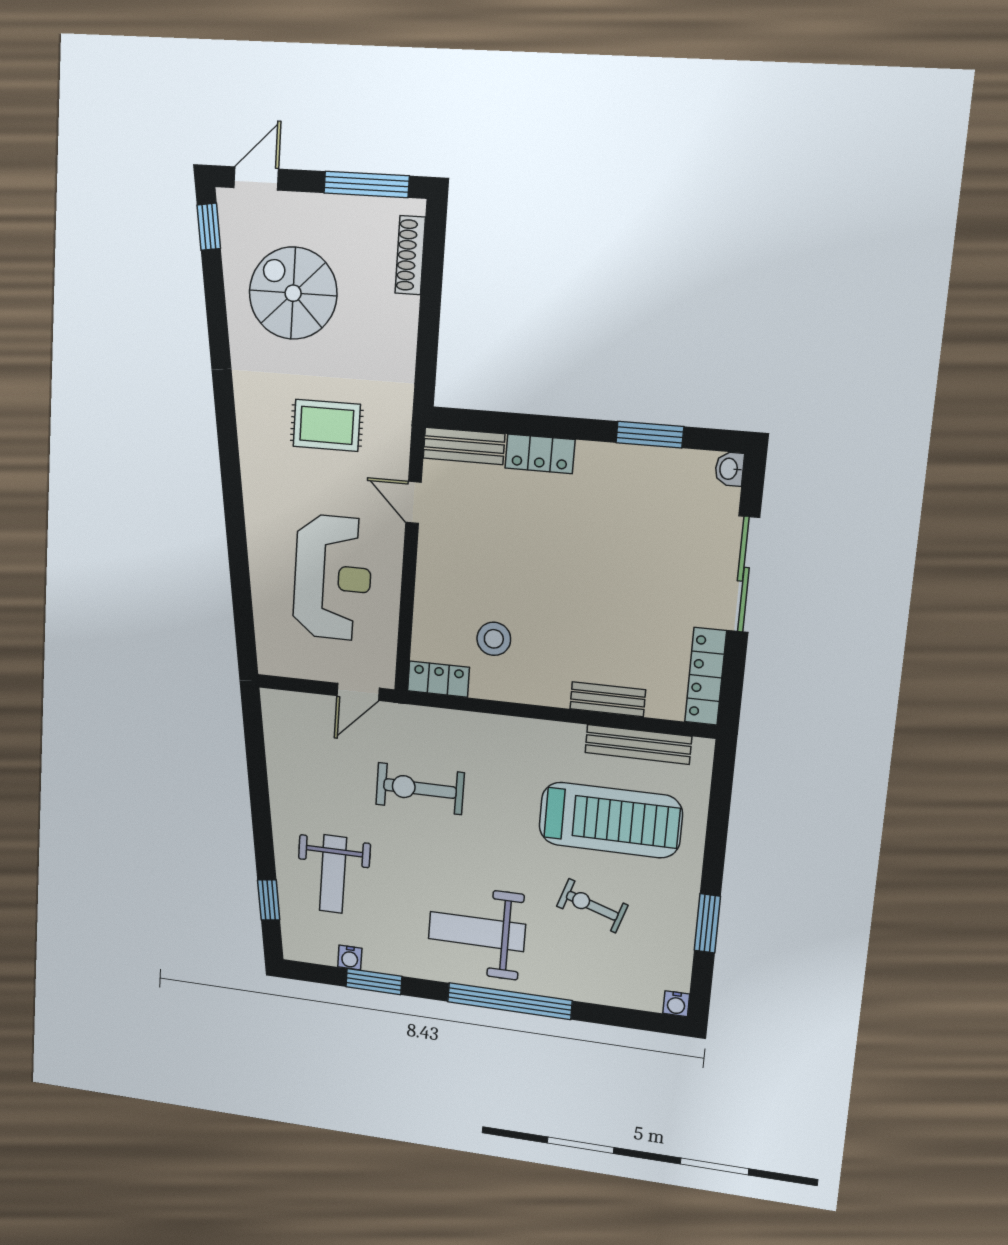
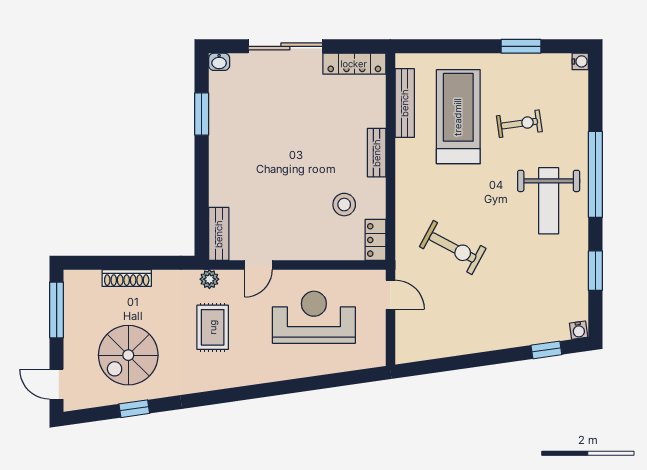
window: (209, 227) -> (134, 409), moved
shoe rack: (410, 255) -> (127, 278), moved
plant: (397, 426) -> (209, 279), added
locker: (540, 454) -> (220, 184), removed
bench: (608, 699) -> (377, 153), moved
exercise bike: (420, 789) -> (453, 247), turned -62
weight bench: (333, 874) -> (521, 305), removed
exercise bike: (592, 906) -> (519, 124), turned -116
water cooler: (350, 958) -> (579, 330), moved, turned 82

